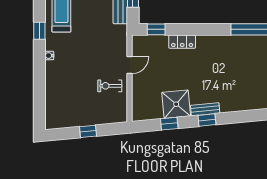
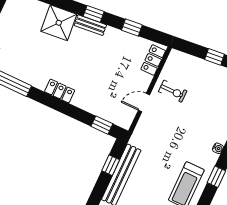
locker: (182, 42) -> (60, 91), moved
shower: (176, 104) -> (59, 23), moved
locker: (139, 105) -> (153, 60), added

